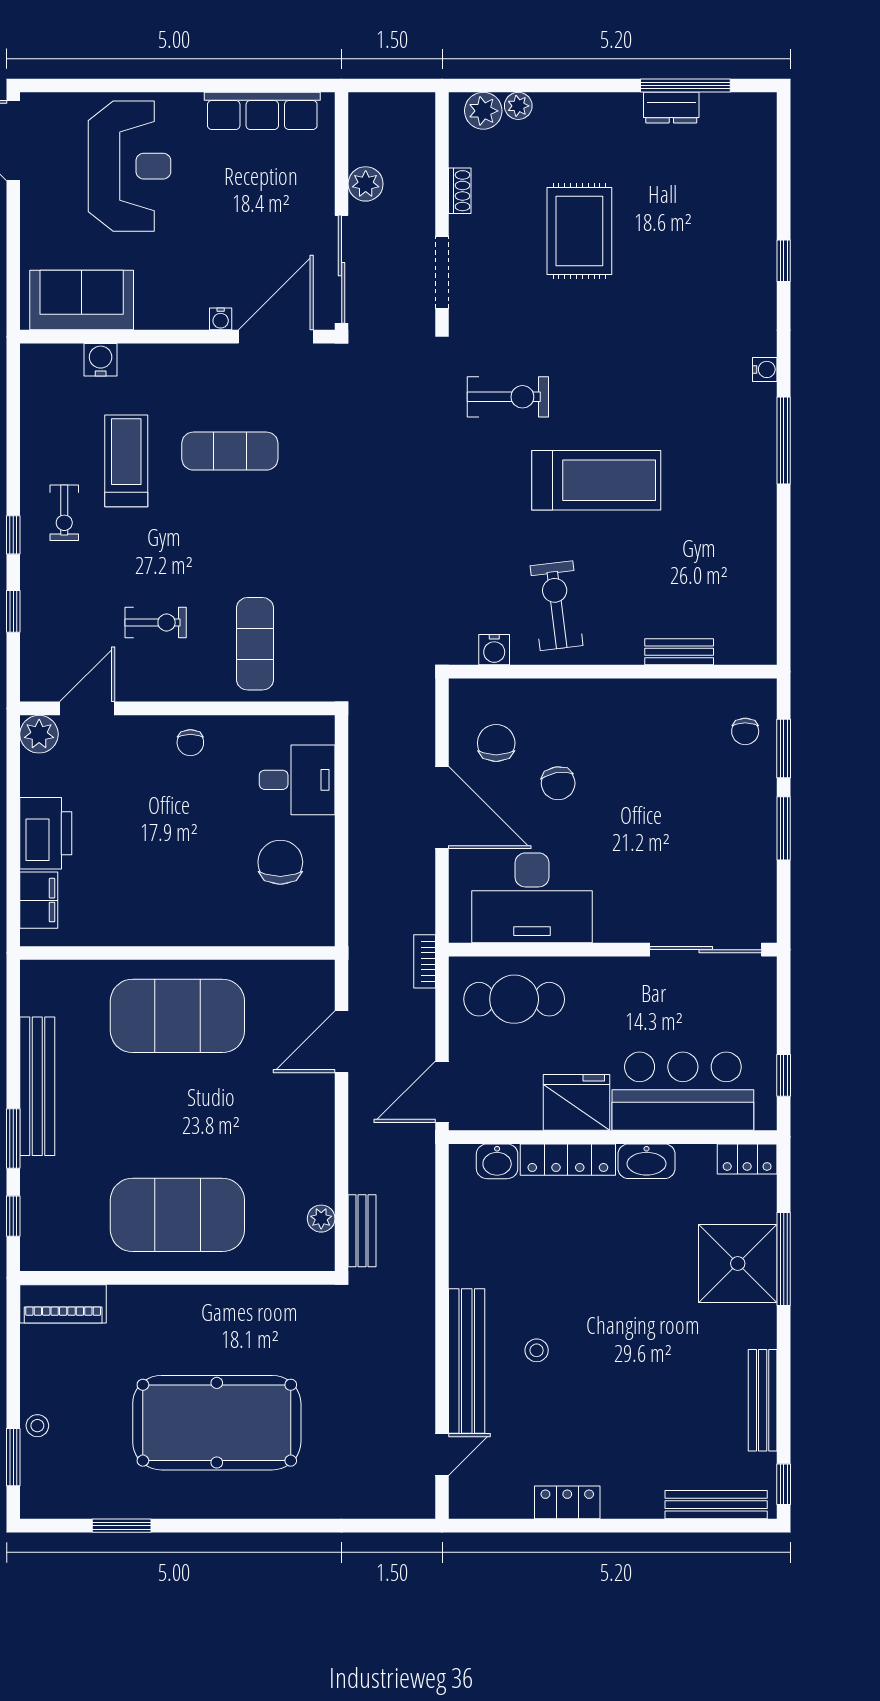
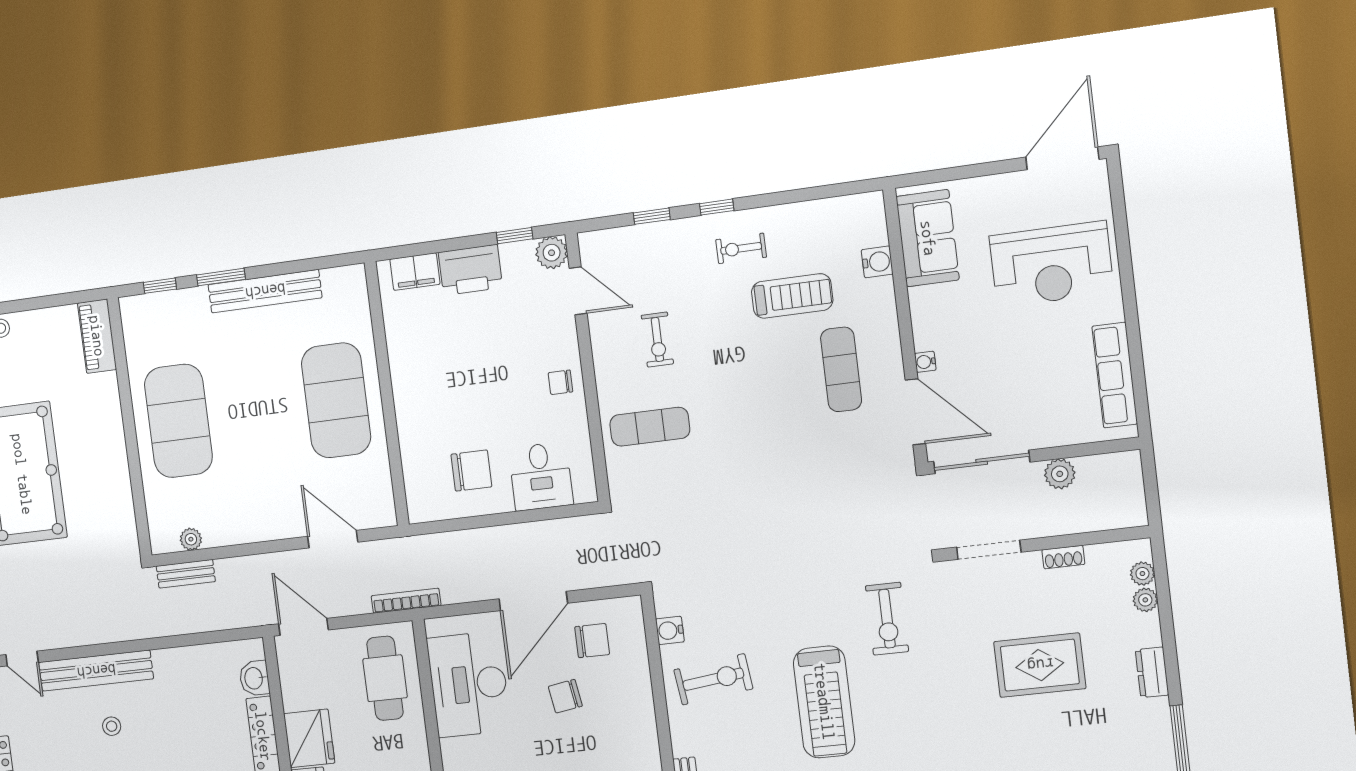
dresser: (671, 108) -> (1152, 672), moved
plant: (483, 111) -> (1142, 574), width x0.73, depth x0.73
exercise mat: (230, 451) -> (841, 369), moved
window: (13, 775) -> (515, 236), added
bookcase: (425, 961) -> (406, 601), width x1.56

